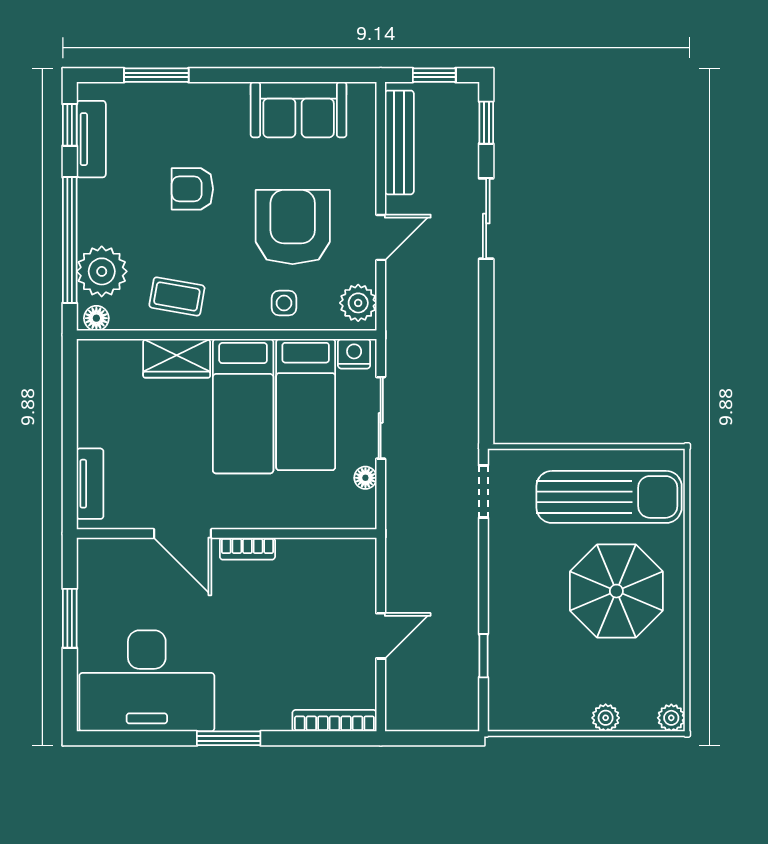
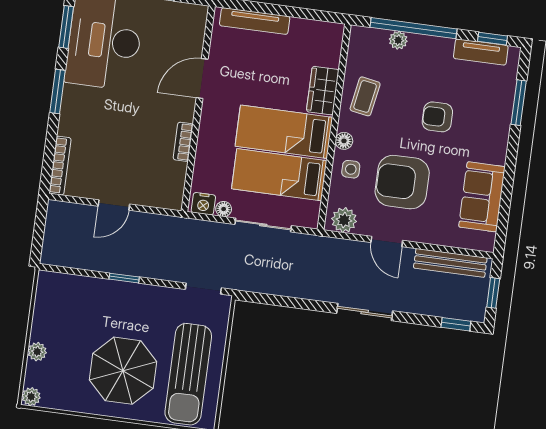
armchair: (192, 189) -> (437, 117), turned -90
sliding door: (486, 219) -> (365, 312), moved
armchair: (293, 227) -> (402, 182), turned 180
plant: (102, 271) -> (398, 40), width x0.53, depth x0.53
floor lamp: (96, 318) -> (344, 141), moved
nightstand: (354, 354) -> (203, 204), moved, turned 90
tv unit: (90, 484) -> (255, 21), width x1.41
bookcase: (247, 549) -> (183, 142), moved
door: (381, 636) -> (114, 205), hinge flipped
window: (483, 656) -> (124, 278), moved
window: (135, 738) -> (66, 27), added

